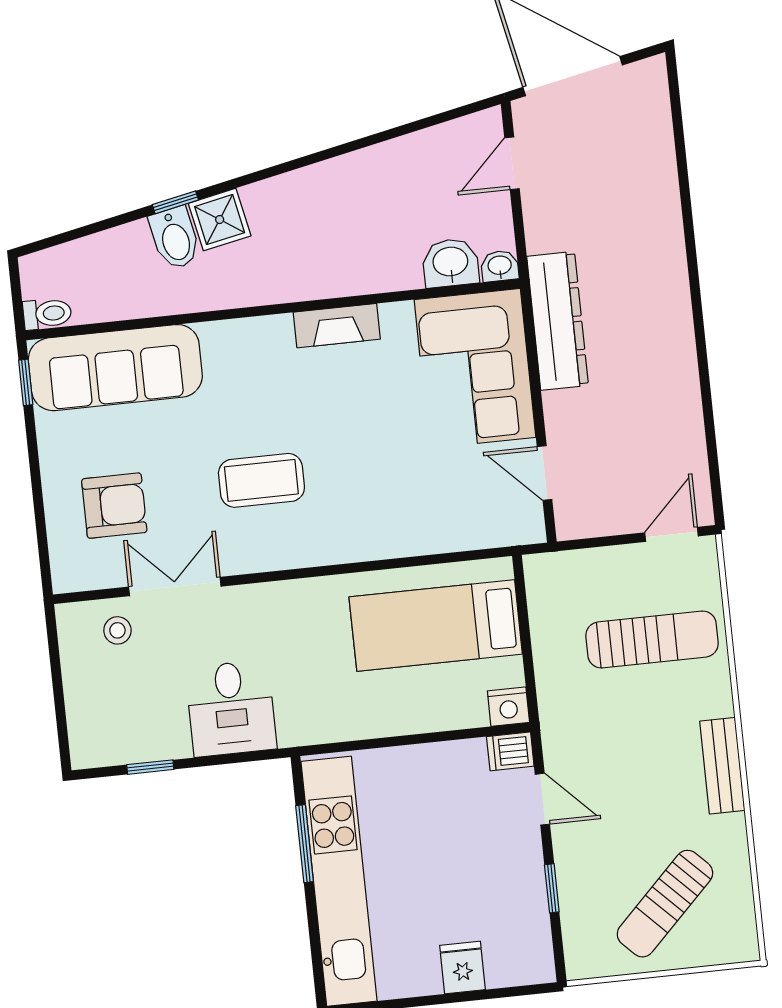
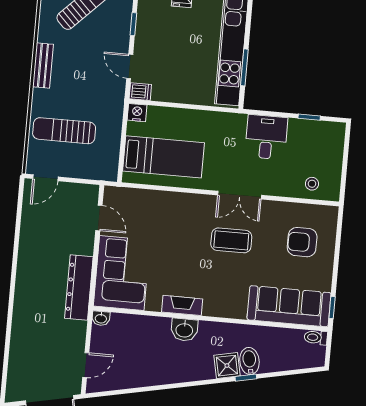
washbasin: (451, 263) -> (184, 330), moved
double door: (175, 587) -> (240, 195), moved

